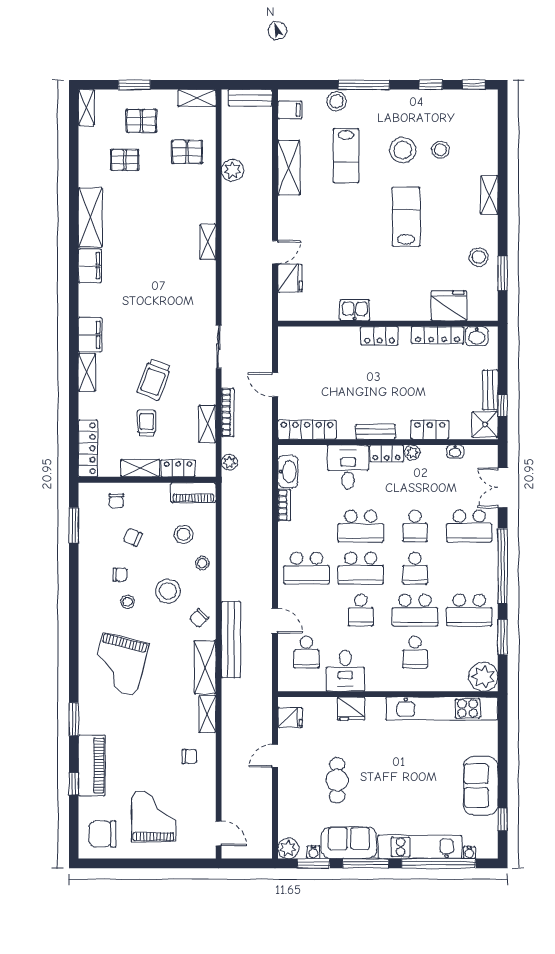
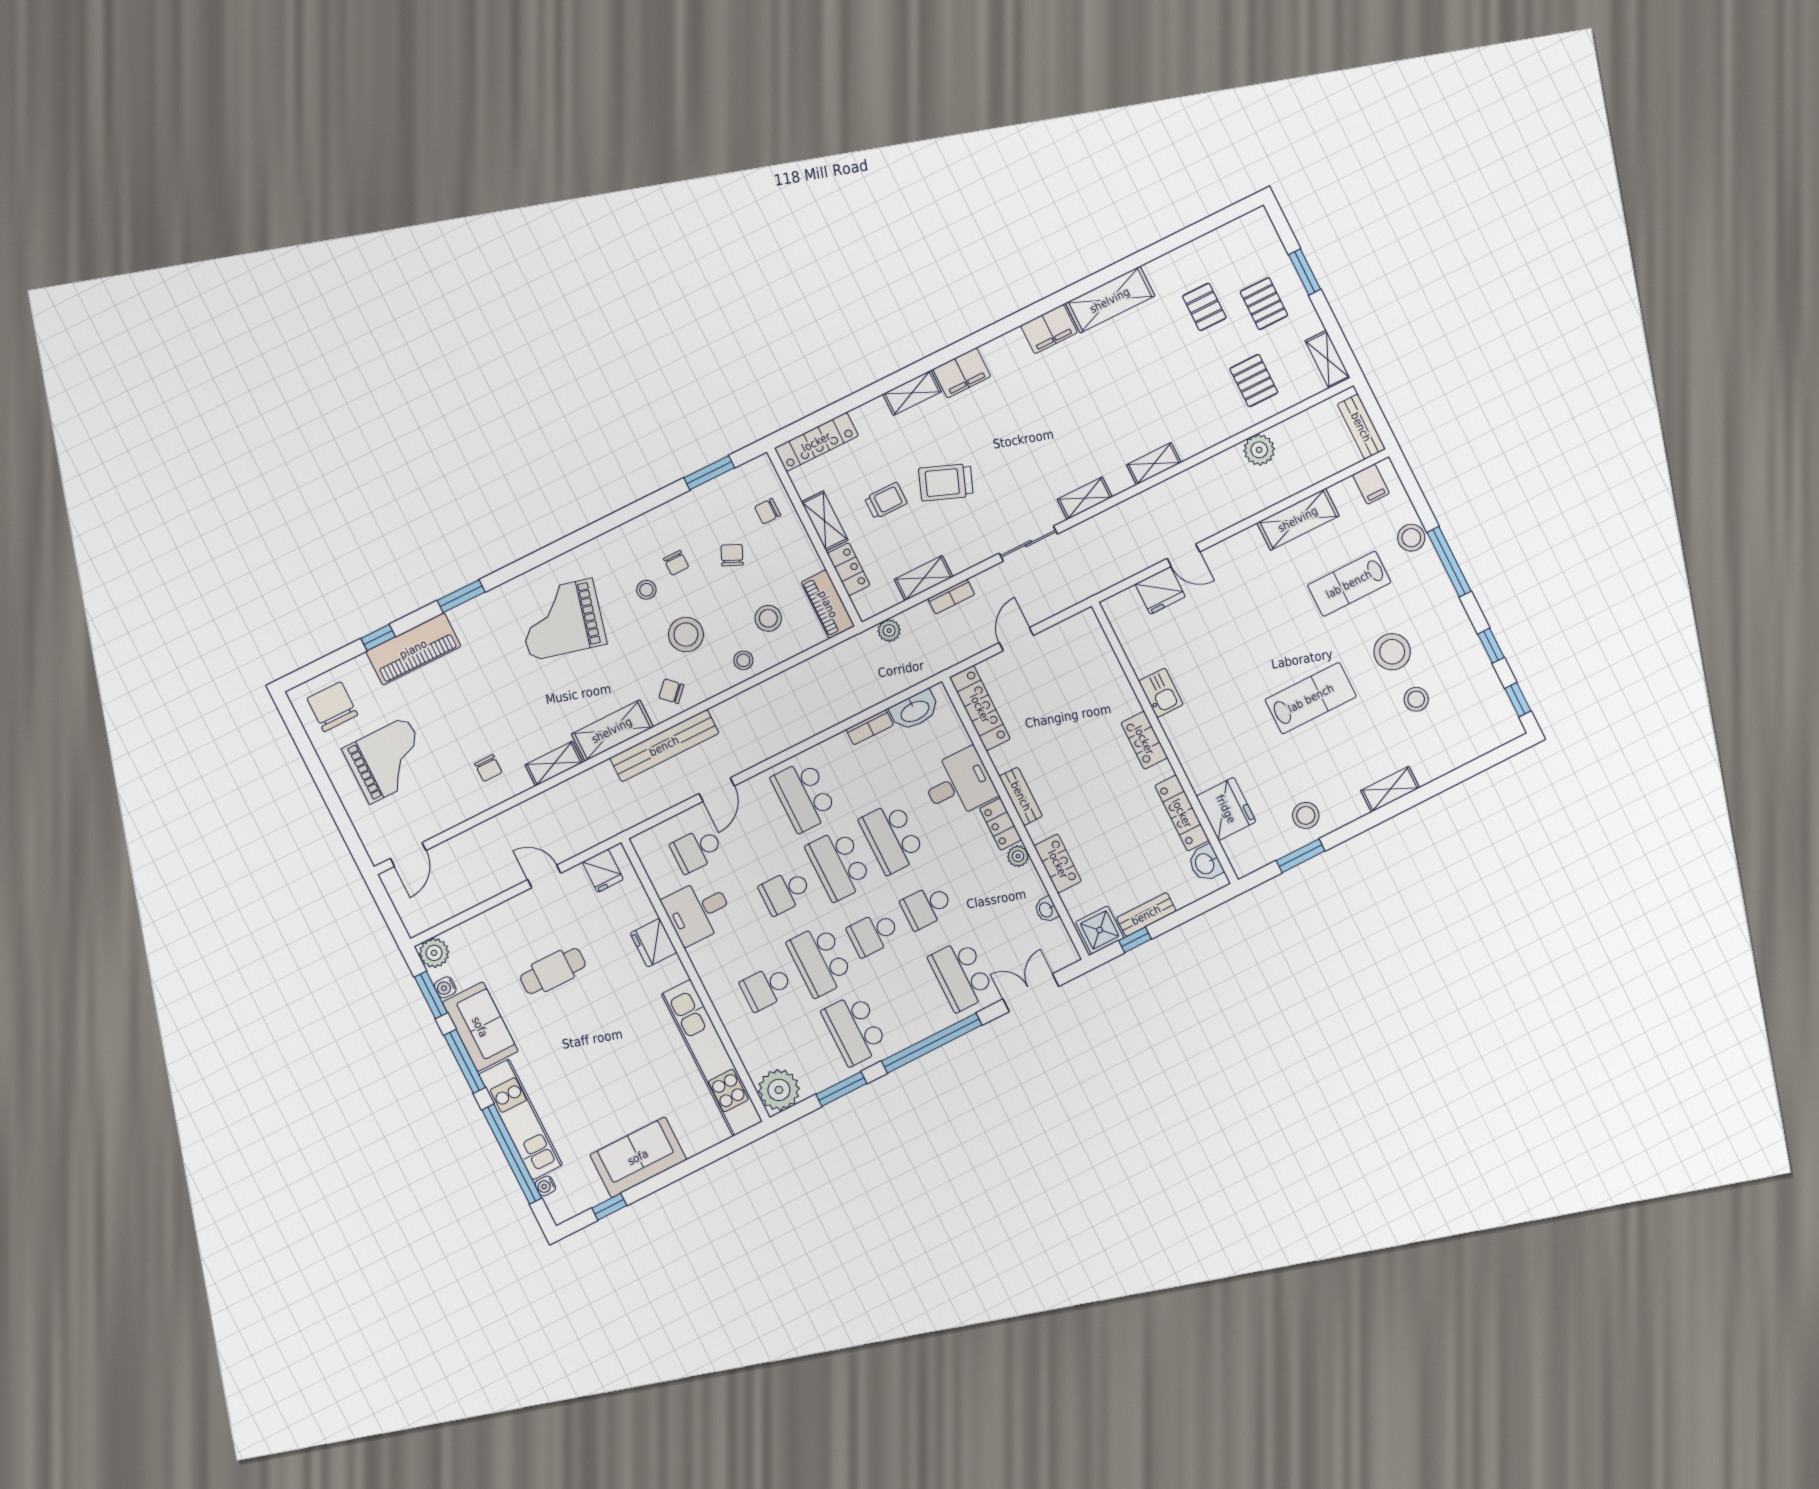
shelving: (87, 107) -> (1085, 498), moved
bookcase: (228, 412) -> (951, 597), width x0.64

